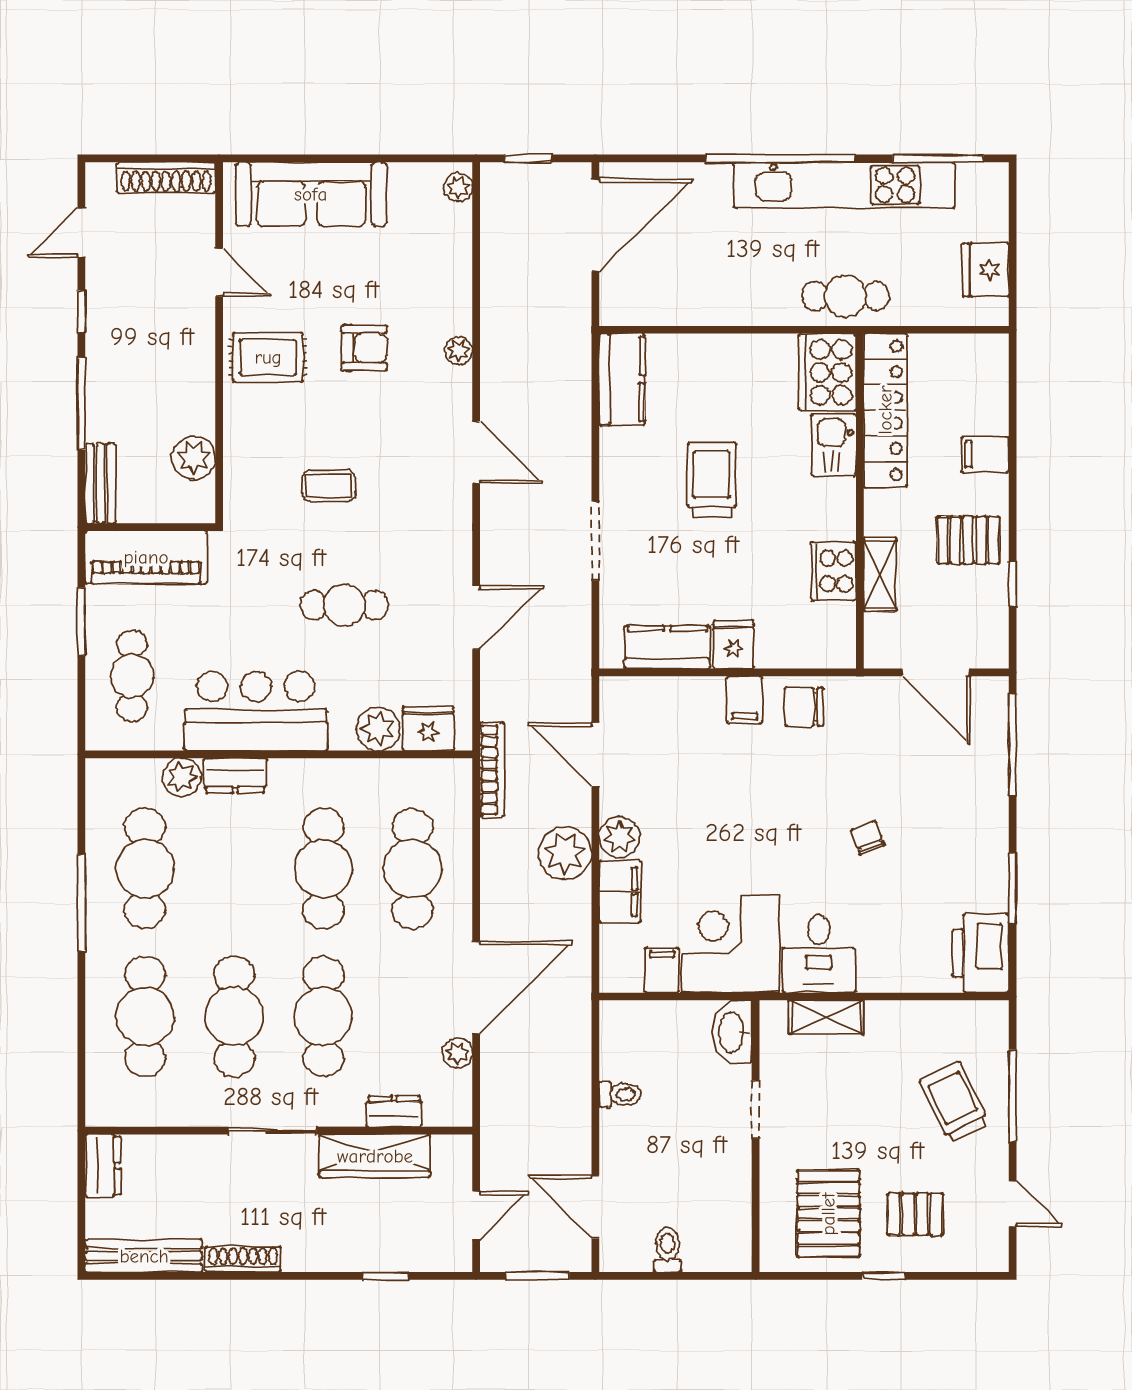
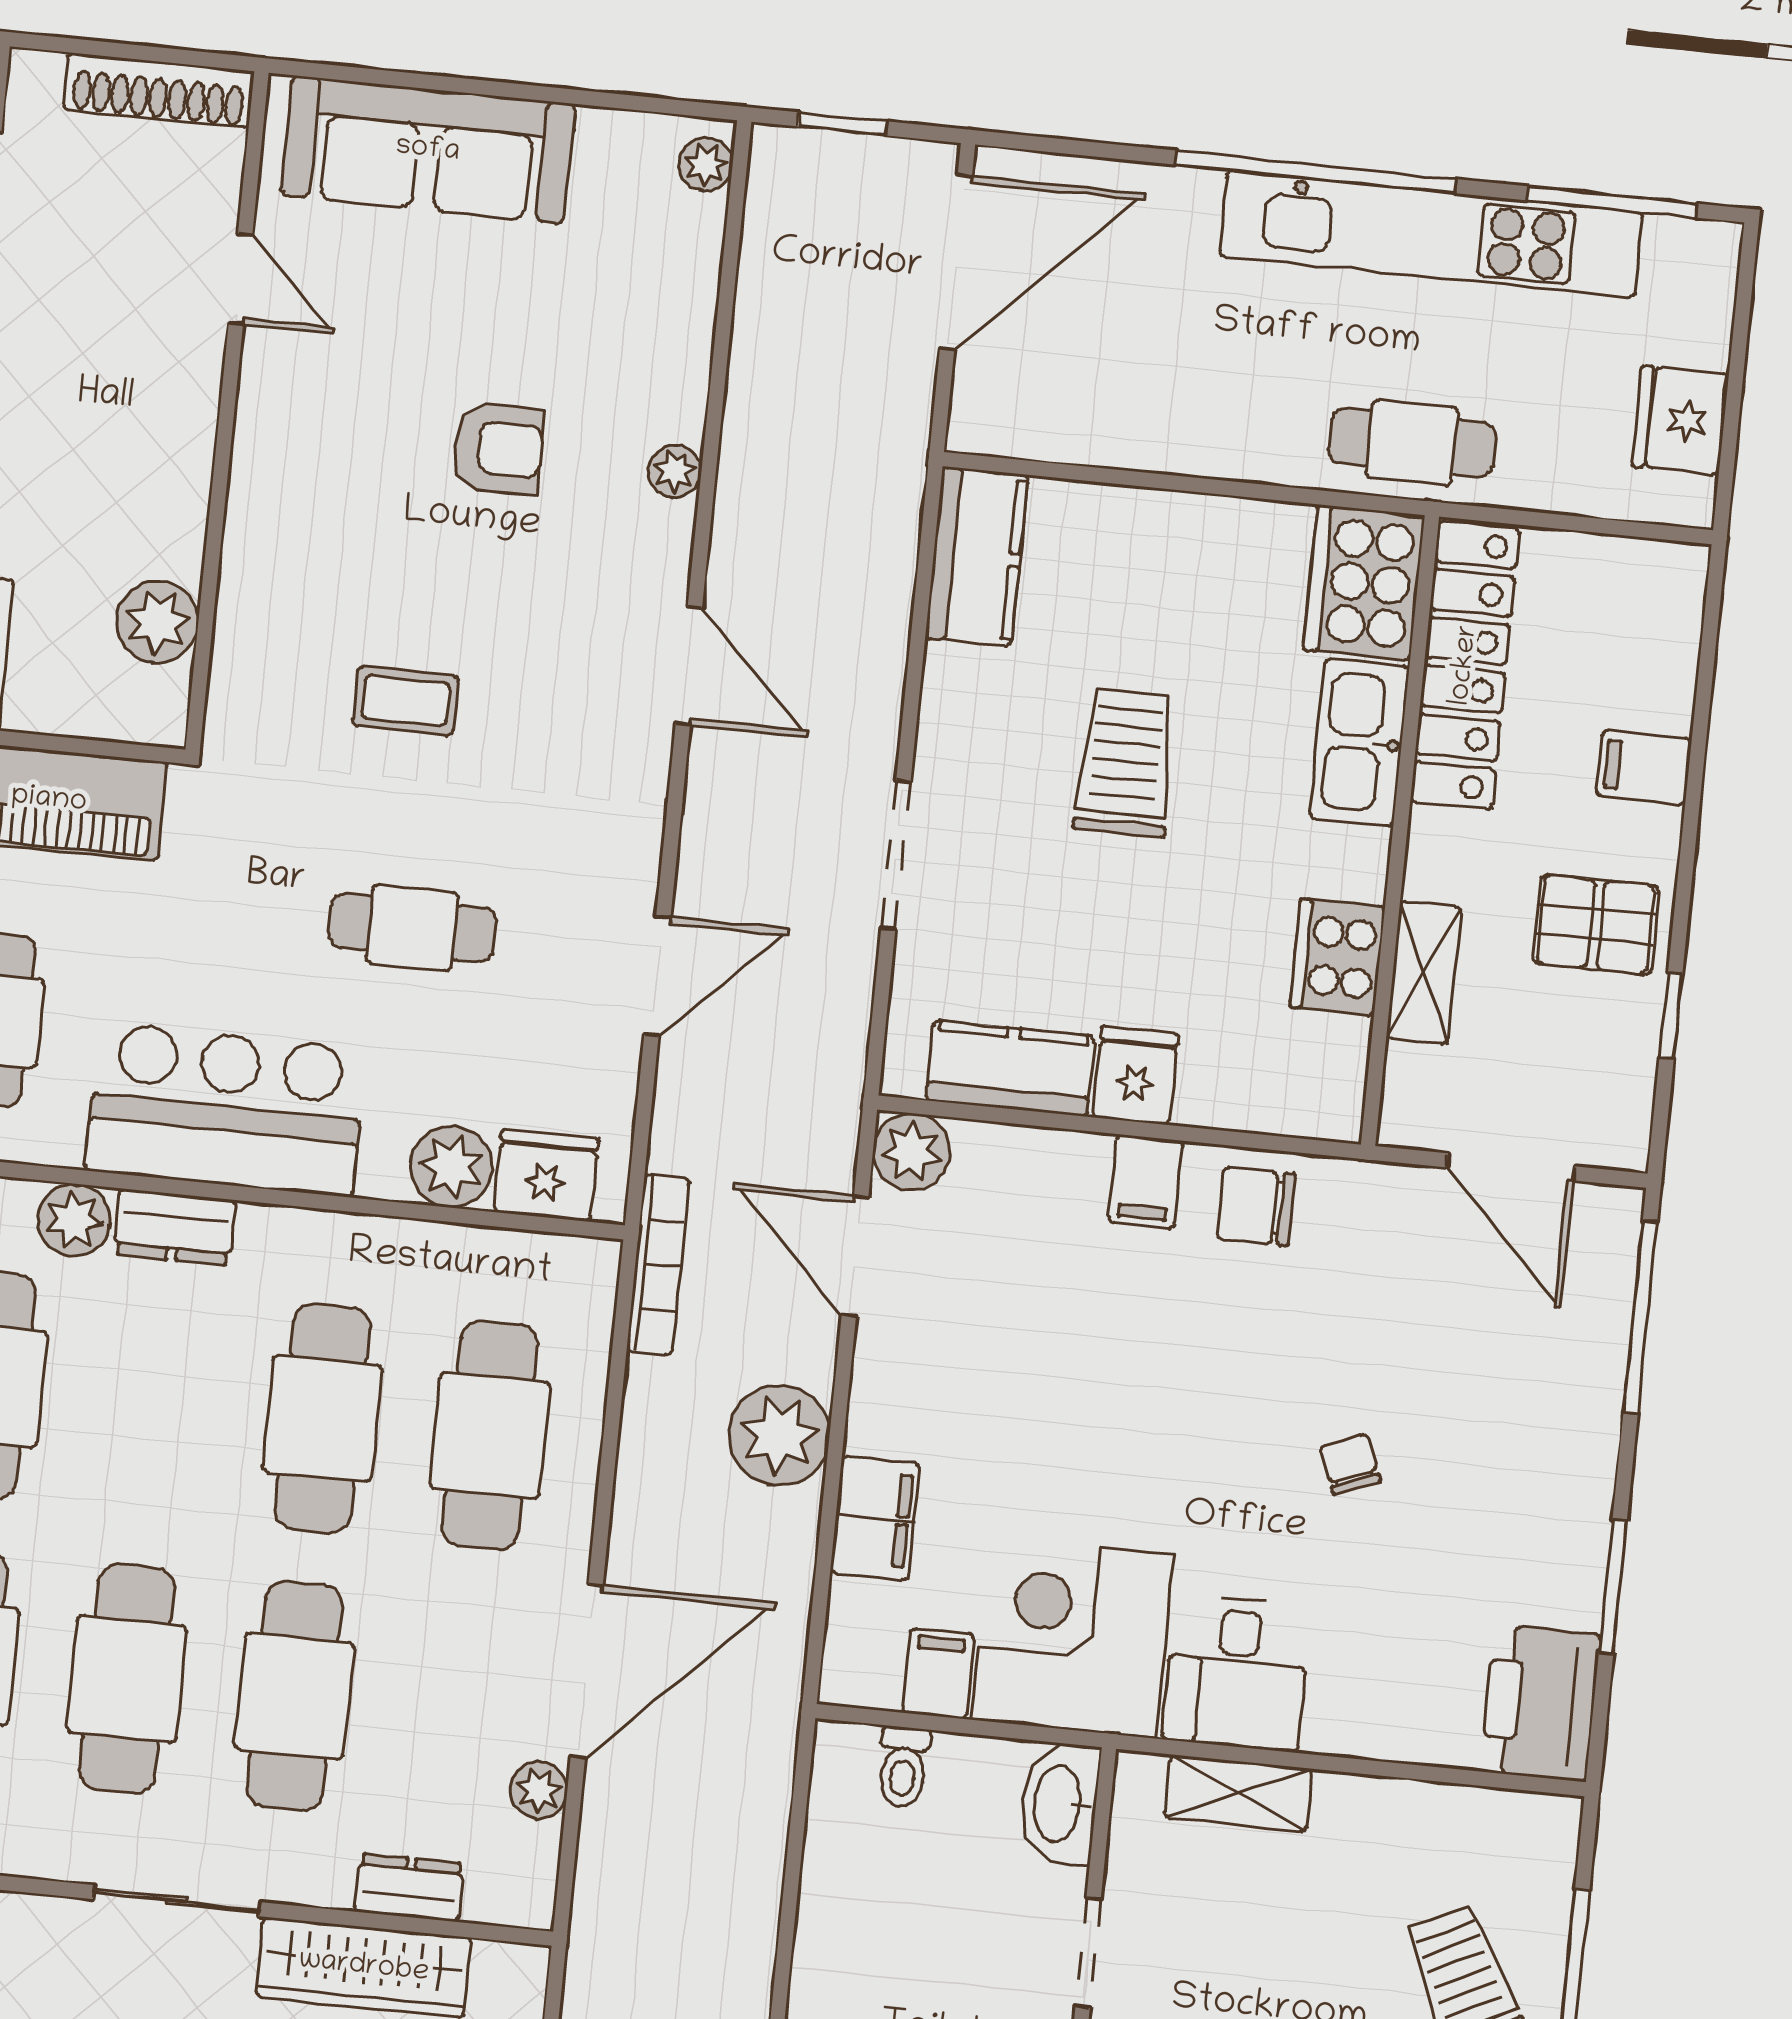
rug: (268, 357) -> (316, 447), removed
kitchen sink: (834, 445) -> (1359, 742), width x1.38
plant: (620, 837) -> (911, 1152), moved
toilet: (620, 1094) -> (903, 1767), moved, turned 90

